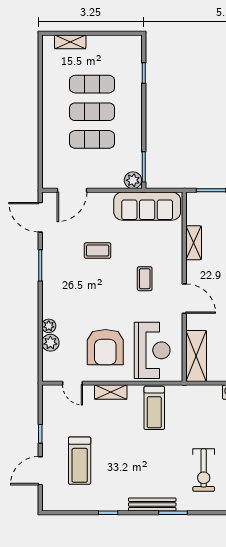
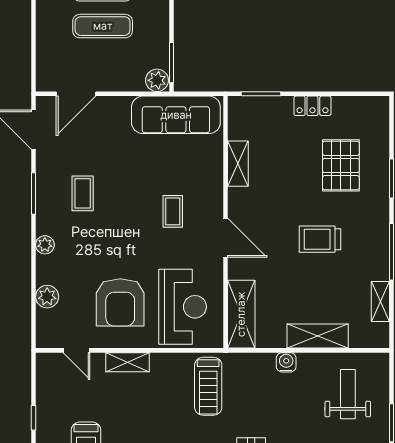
coffee table: (98, 251) -> (83, 193), moved, turned 90
plant: (49, 326) -> (45, 245), moved
treadmill: (154, 408) -> (208, 386), moved

